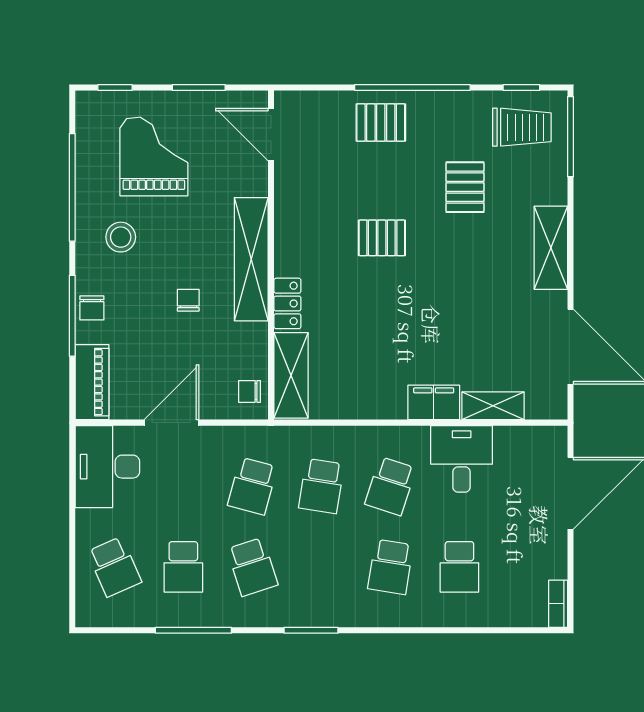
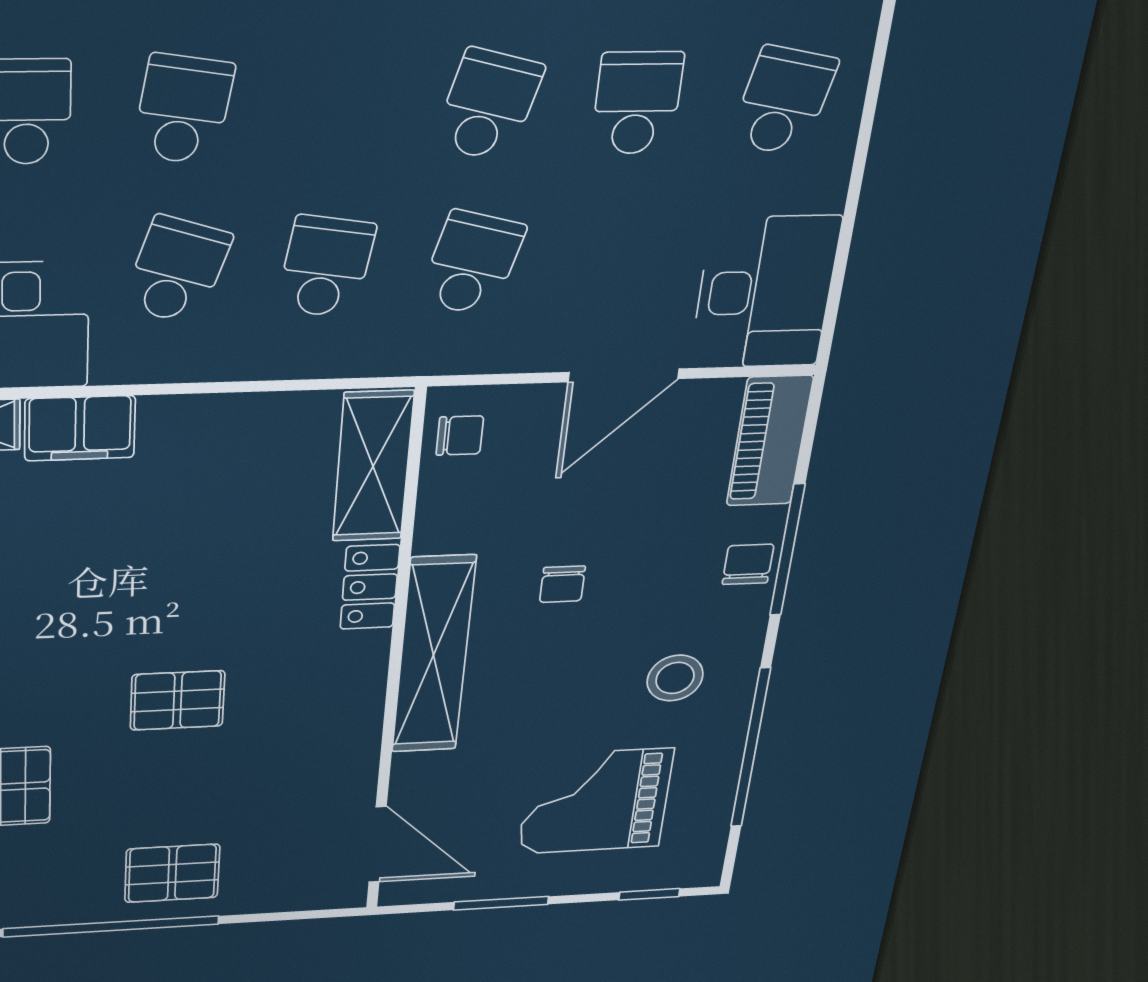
grand piano: (154, 156) -> (596, 801), turned 90
school desk: (114, 567) -> (783, 101), turned 36
school desk: (252, 567) -> (488, 105), turned 33

